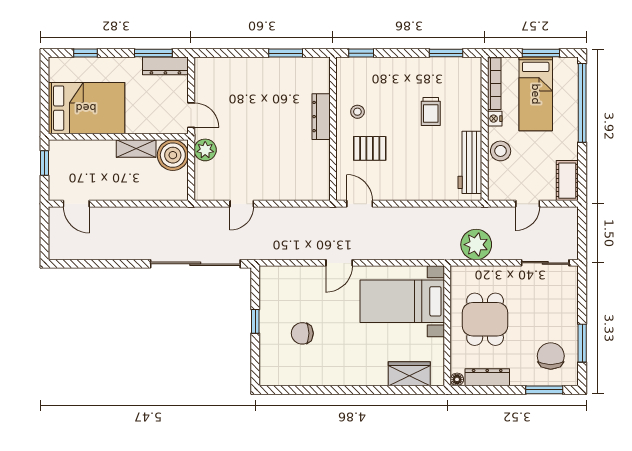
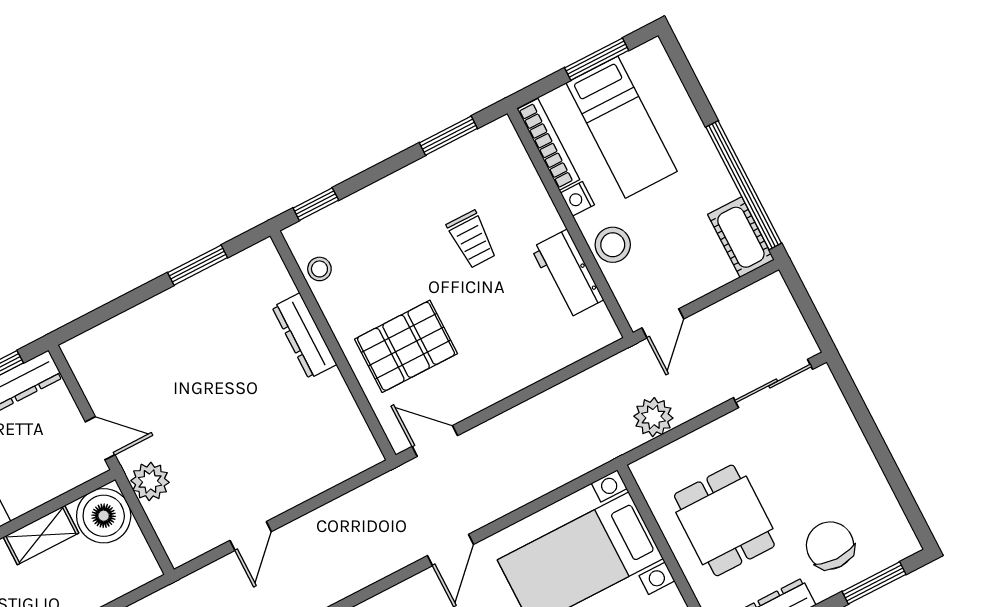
window: (582, 103) -> (744, 185), moved
stool: (357, 112) -> (319, 269), moved
pallet: (370, 148) -> (406, 346), width x1.50, depth x1.42
workbench: (470, 162) -> (567, 274), width x0.73
door: (528, 204) -> (663, 323), moved
plant: (476, 245) -> (653, 417), width x0.73, depth x0.73
window: (582, 343) -> (895, 479), removed
chair: (551, 356) -> (830, 546), moved

